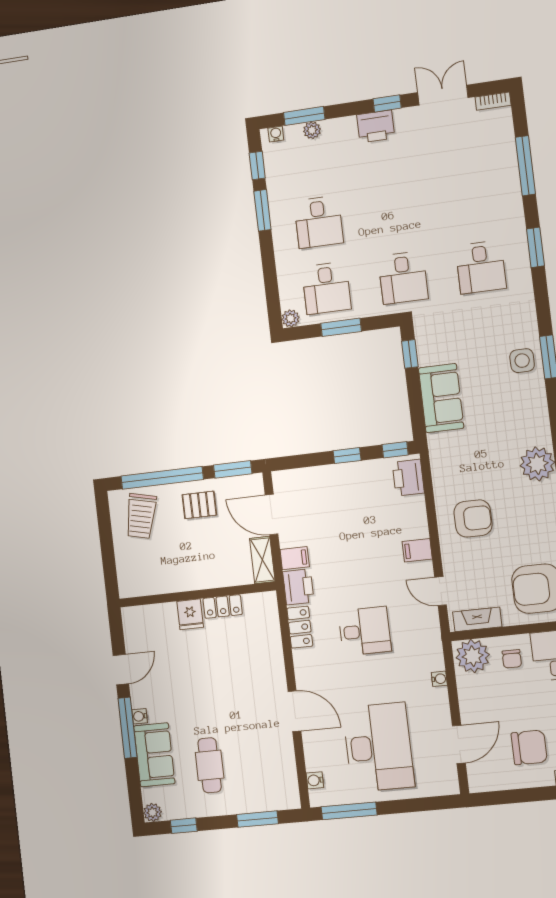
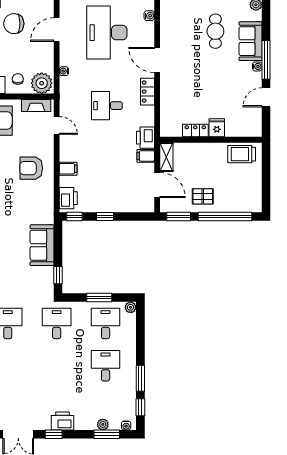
trolley: (141, 516) -> (242, 154), moved, turned -103
filing cabinet: (417, 550) -> (68, 169), moved
locker: (300, 627) -> (147, 92), moved

